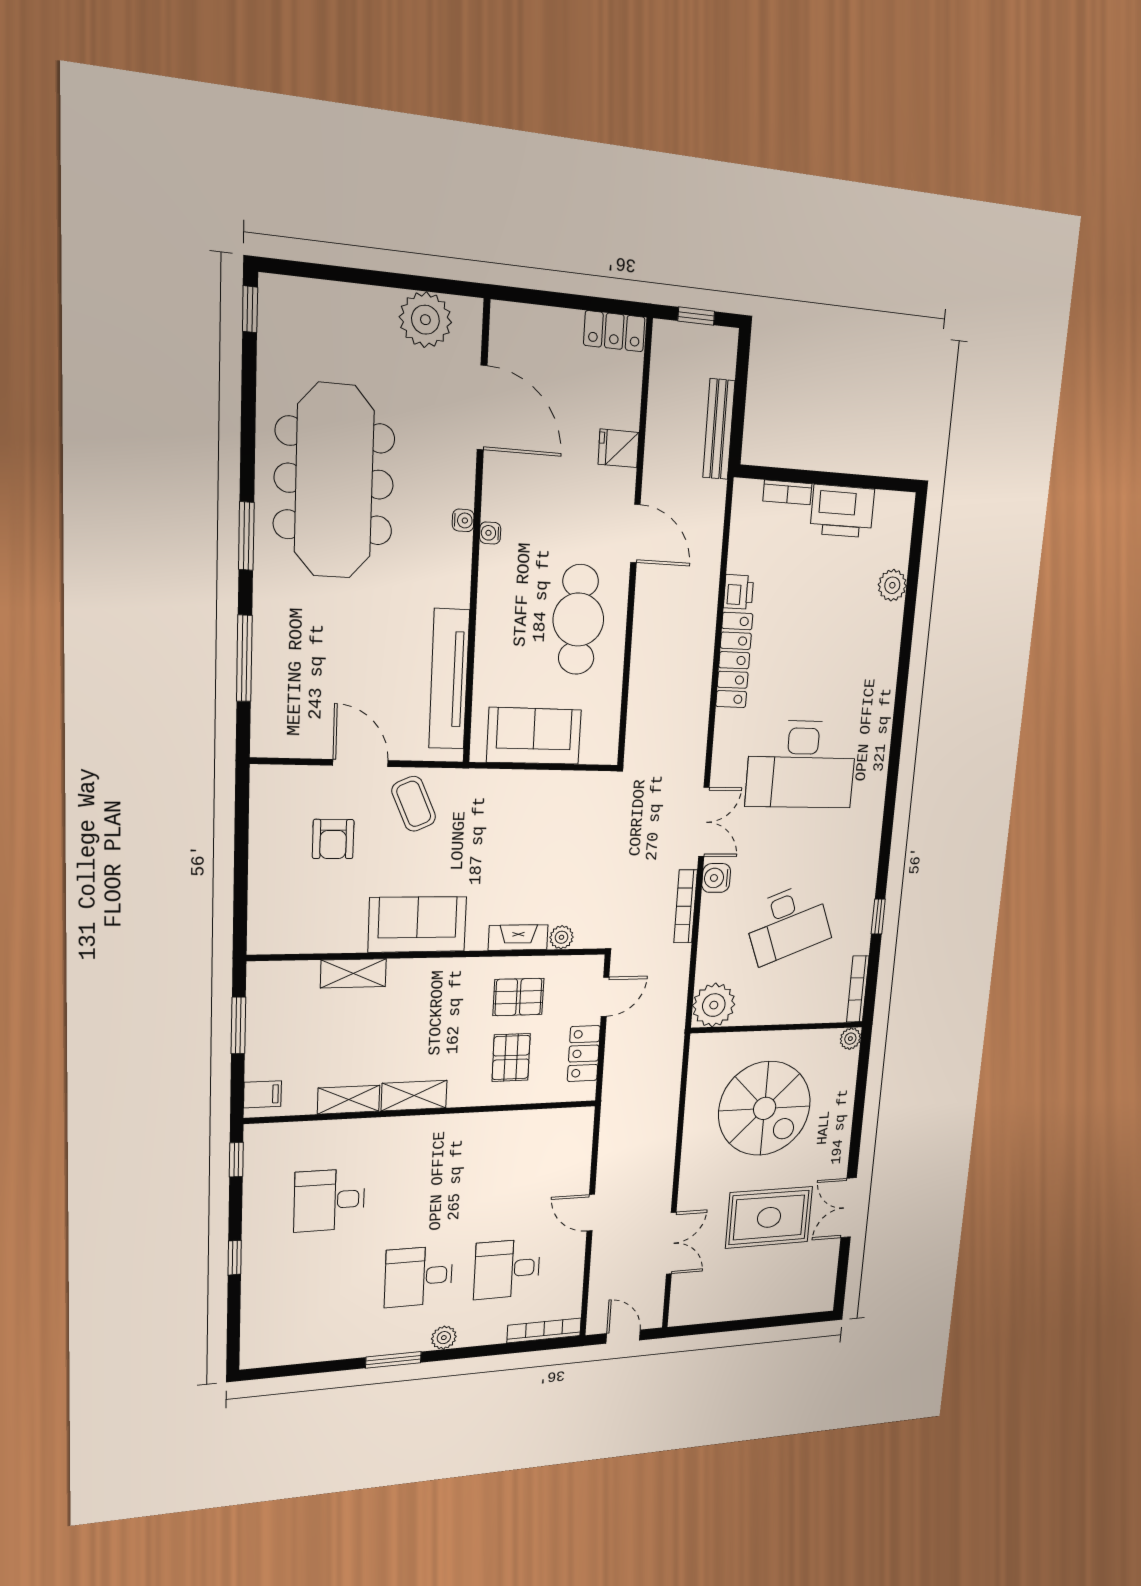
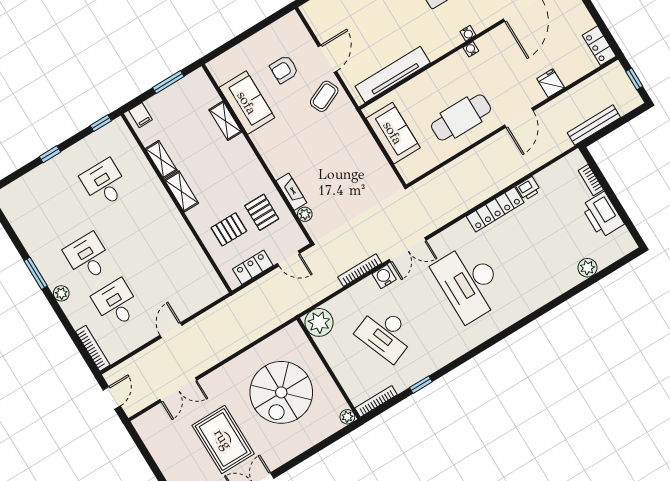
sofa: (417, 924) -> (247, 103), moved

